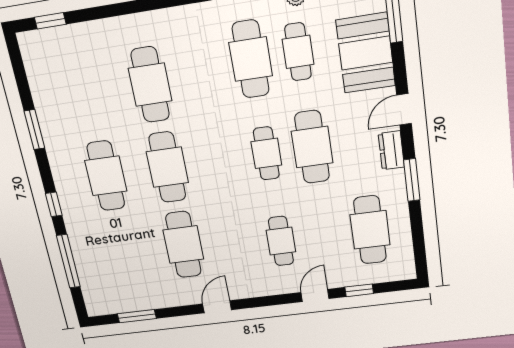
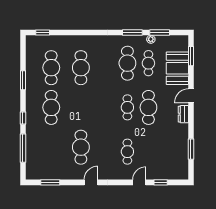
cafe table: (167, 167) -> (51, 68), moved
window: (412, 180) -> (191, 149), moved
cafe table: (370, 230) -> (169, 152), removed

